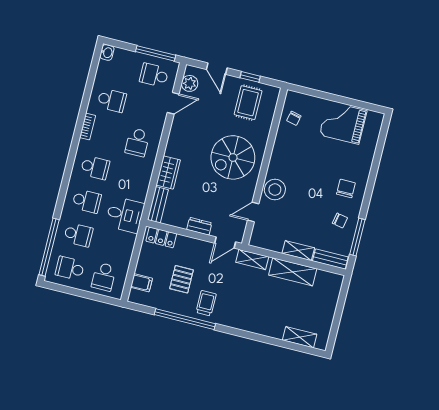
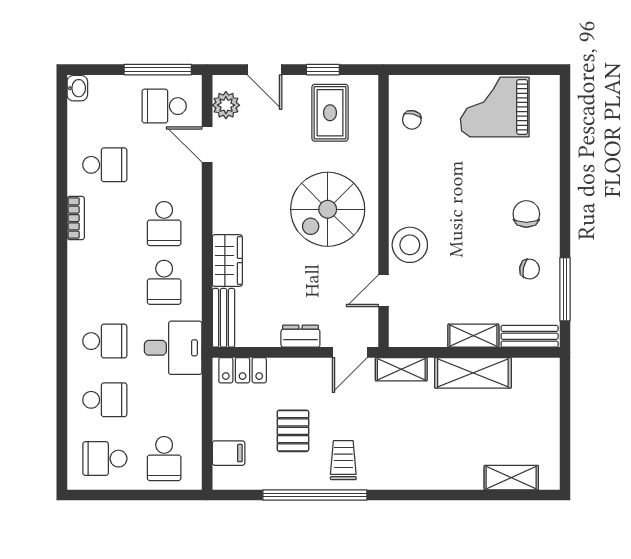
door: (173, 103) -> (207, 145), swing flipped
school desk: (95, 167) -> (164, 282), moved, turned 90
window: (49, 247) -> (62, 432), removed

